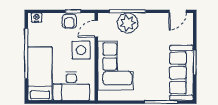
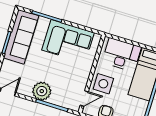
plant: (128, 23) -> (42, 91), moved
corner sofa: (115, 65) -> (68, 41), moved, turned -90

